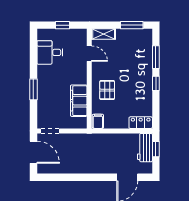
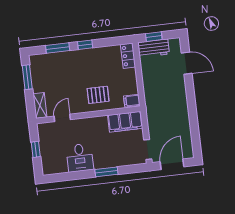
desk: (50, 52) -> (80, 158), moved
filing cabinet: (79, 101) -> (125, 122), moved

